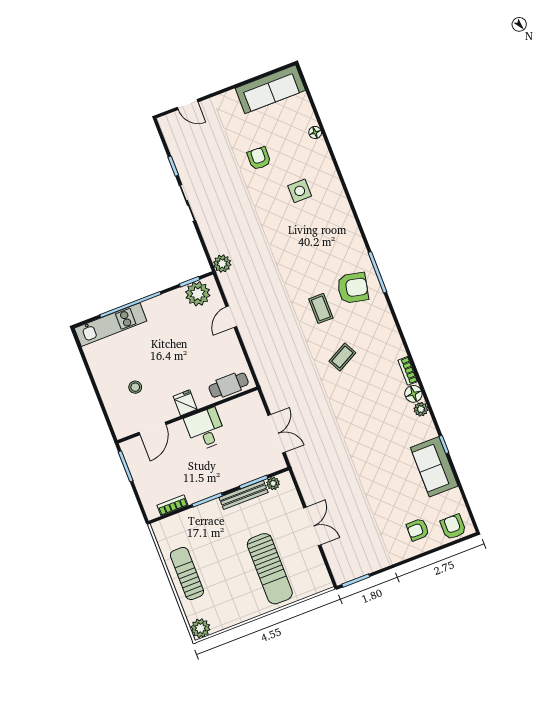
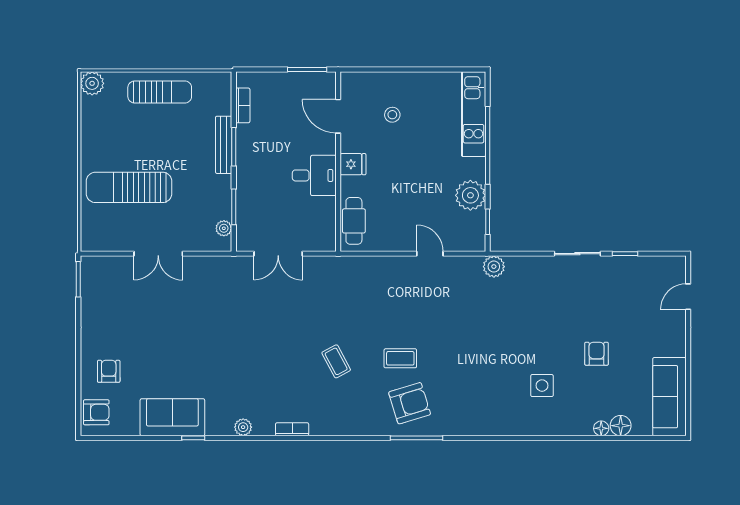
armchair: (259, 158) -> (597, 354), turned -92
armchair: (353, 288) -> (410, 403), turned -119
plant: (198, 294) -> (470, 195), moved
floor lamp: (413, 394) -> (621, 426), moved
bench: (244, 495) -> (224, 145), moved

